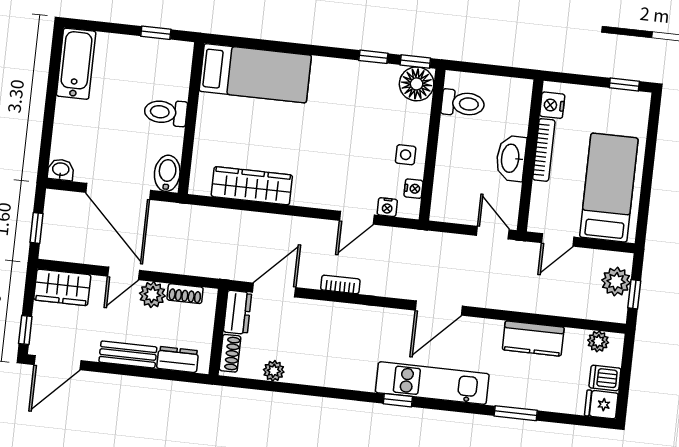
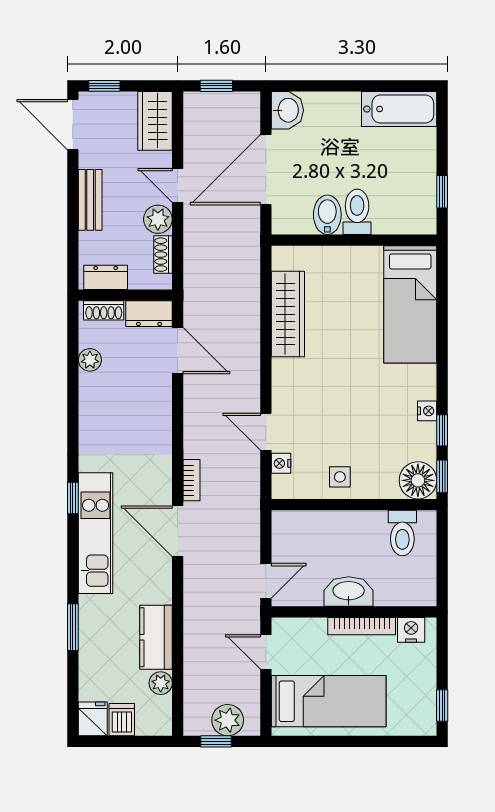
washbasin: (61, 170) -> (287, 110), width x1.38, depth x1.45
bidet: (167, 173) -> (327, 215), moved, turned -90
nightstand: (413, 189) -> (427, 411), moved, turned -90
bookcase: (340, 284) -> (191, 480), moved
plant: (598, 341) -> (161, 683), moved
dresser: (178, 359) -> (106, 277), moved, turned -90

